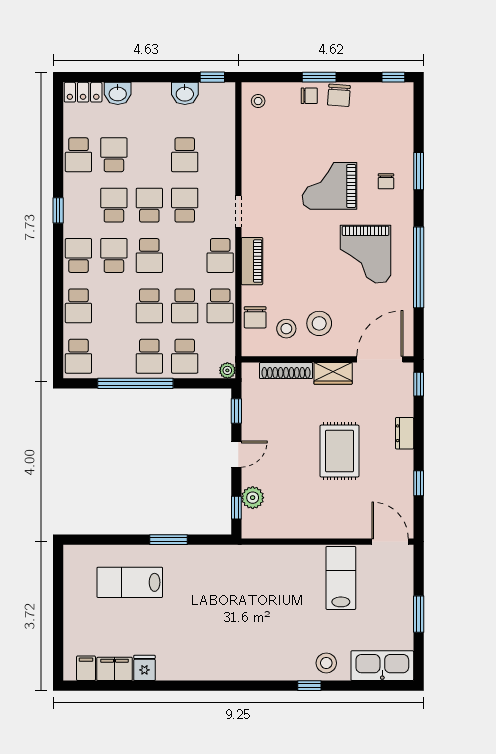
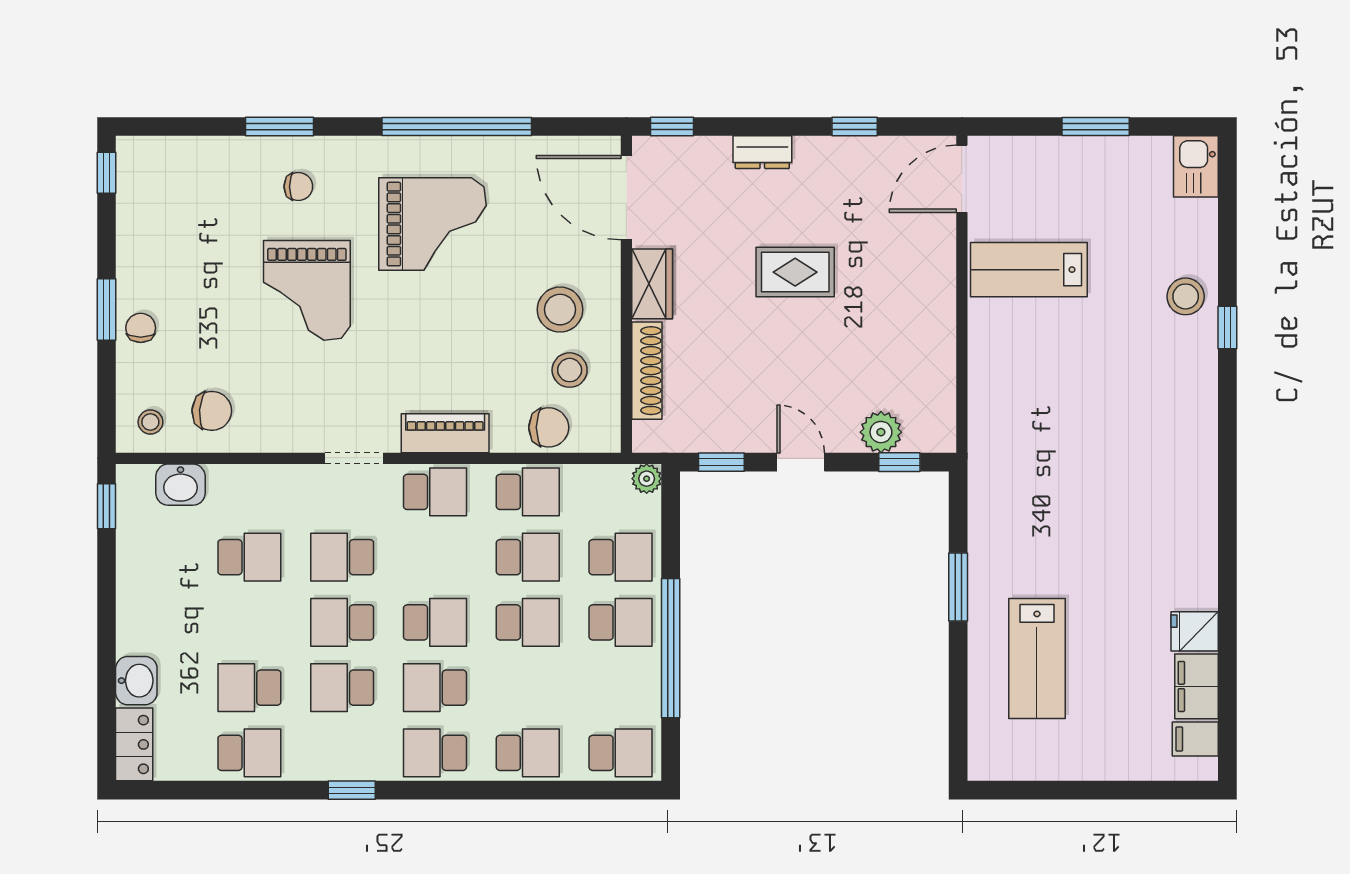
washbasin: (185, 93) -> (181, 485), moved, turned 90
chair: (339, 95) -> (212, 411), moved
rug: (339, 451) -> (795, 272), width x0.73, depth x0.70
kitchen sink: (382, 666) -> (1196, 166), width x0.53, depth x0.81

